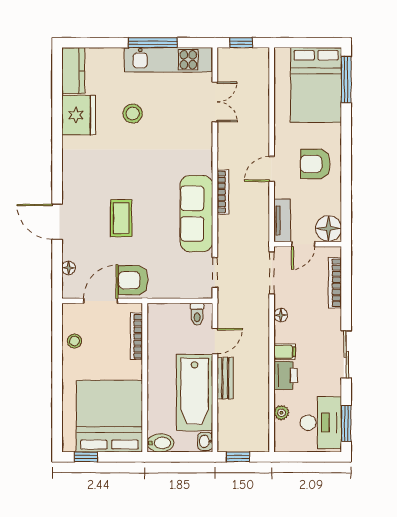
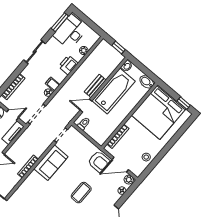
sofa: (196, 214) -> (51, 163), width x0.73
plant: (72, 291) -> (129, 180), added
filing cabinet: (285, 352) -> (53, 84), moved

